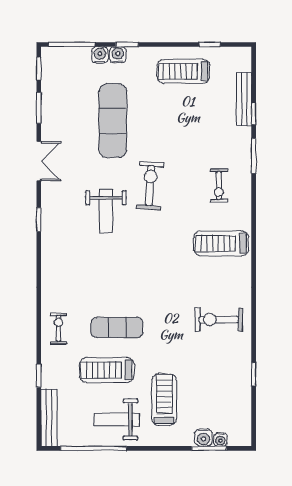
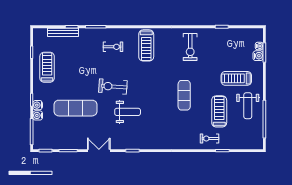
treadmill: (183, 71) -> (47, 67), turned 180
exercise bike: (58, 328) -> (210, 139), moved
exercise mat: (117, 328) -> (184, 95), moved
treadmill: (107, 370) -> (219, 111), turned 180
bench: (49, 418) -> (247, 145), removed

